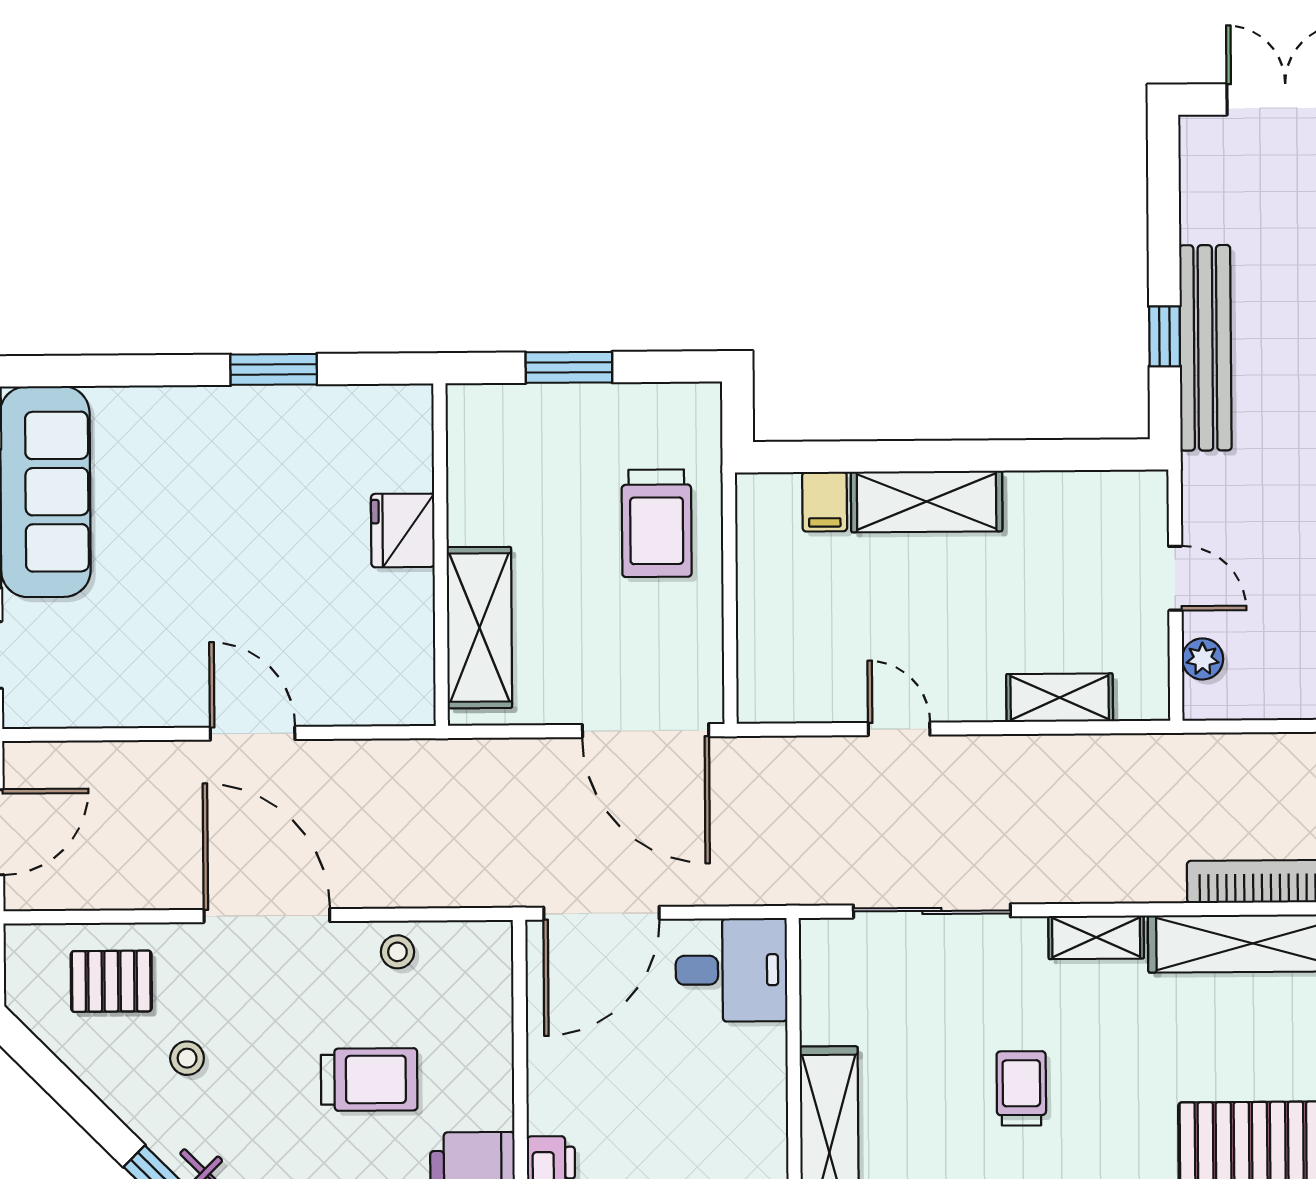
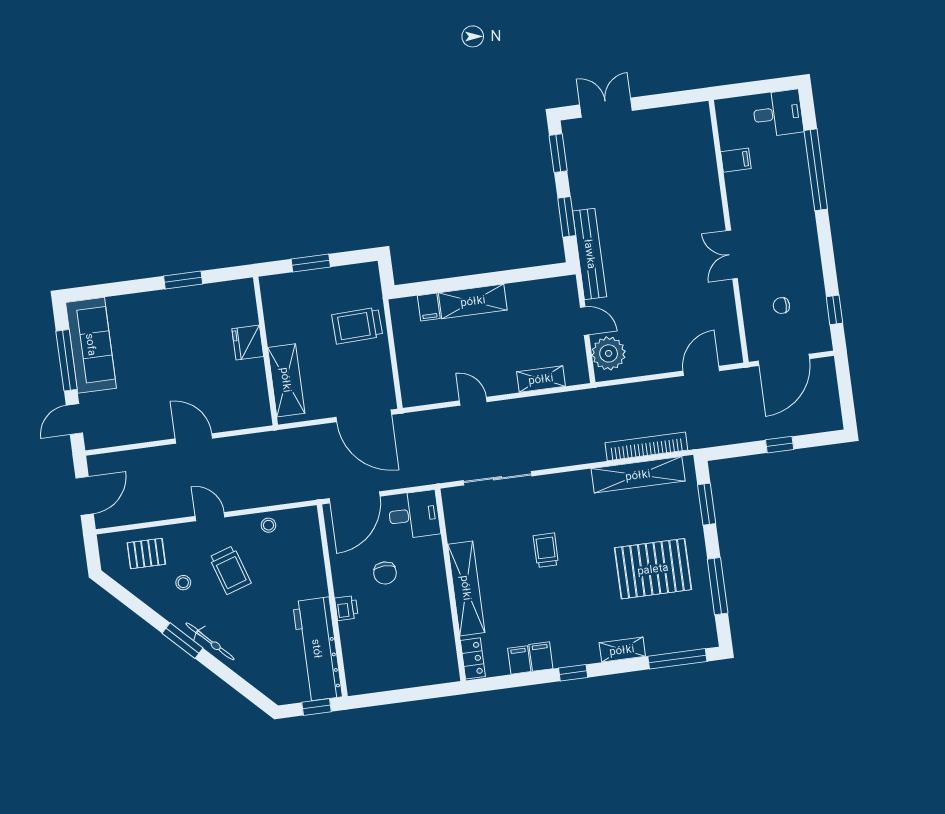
window: (1163, 189) -> (558, 153), added
window: (1165, 336) -> (567, 217), width x1.50
bench: (1205, 348) -> (590, 254), moved
trolley: (657, 523) -> (357, 326), turned 88
plant: (1203, 659) -> (609, 353), width x1.87, depth x1.87
door: (267, 916) -> (210, 517), width x0.53
shelving: (1096, 937) -> (570, 481), removed
trolley: (369, 1079) -> (230, 570), moved, turned 72
chair: (649, 1094) -> (385, 573), added

